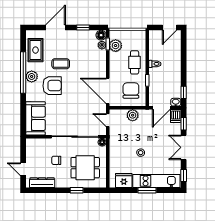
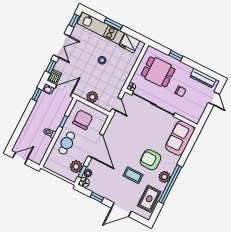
chair: (131, 90) -> (83, 120), turned 180
door: (108, 91) -> (96, 146), moved

